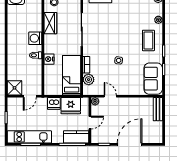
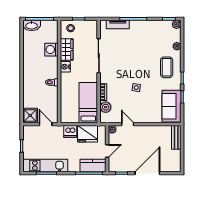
washing machine: (35, 38) -> (51, 50), moved
nightstand: (49, 59) -> (65, 67), moved
door: (30, 96) -> (46, 124), swing flipped

